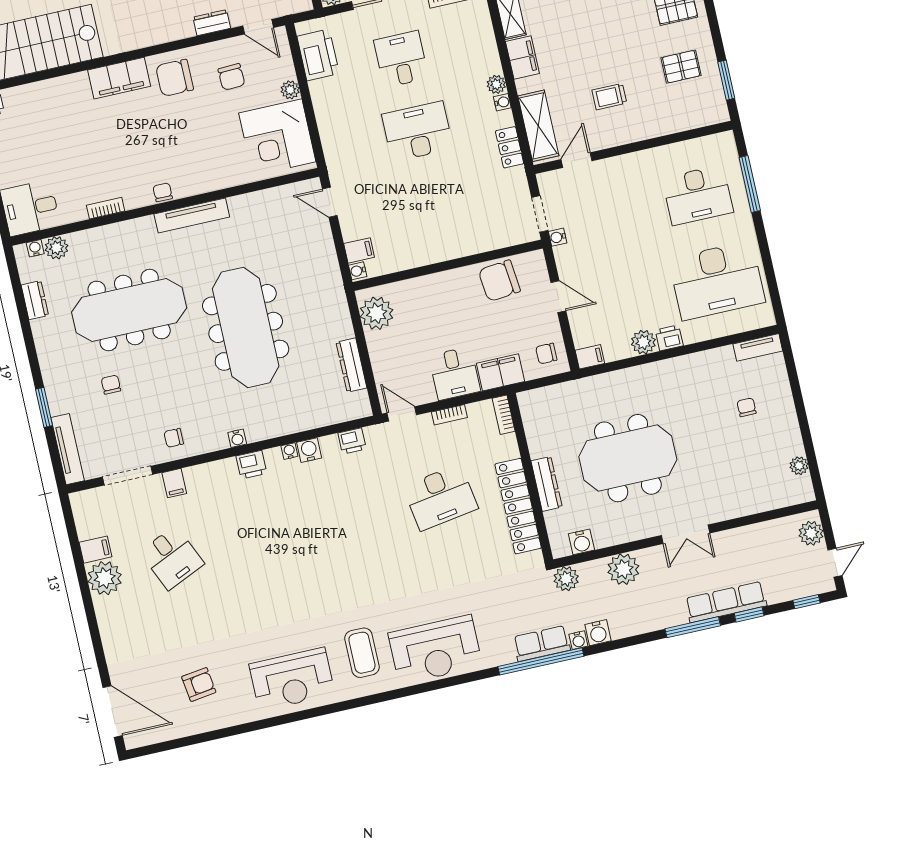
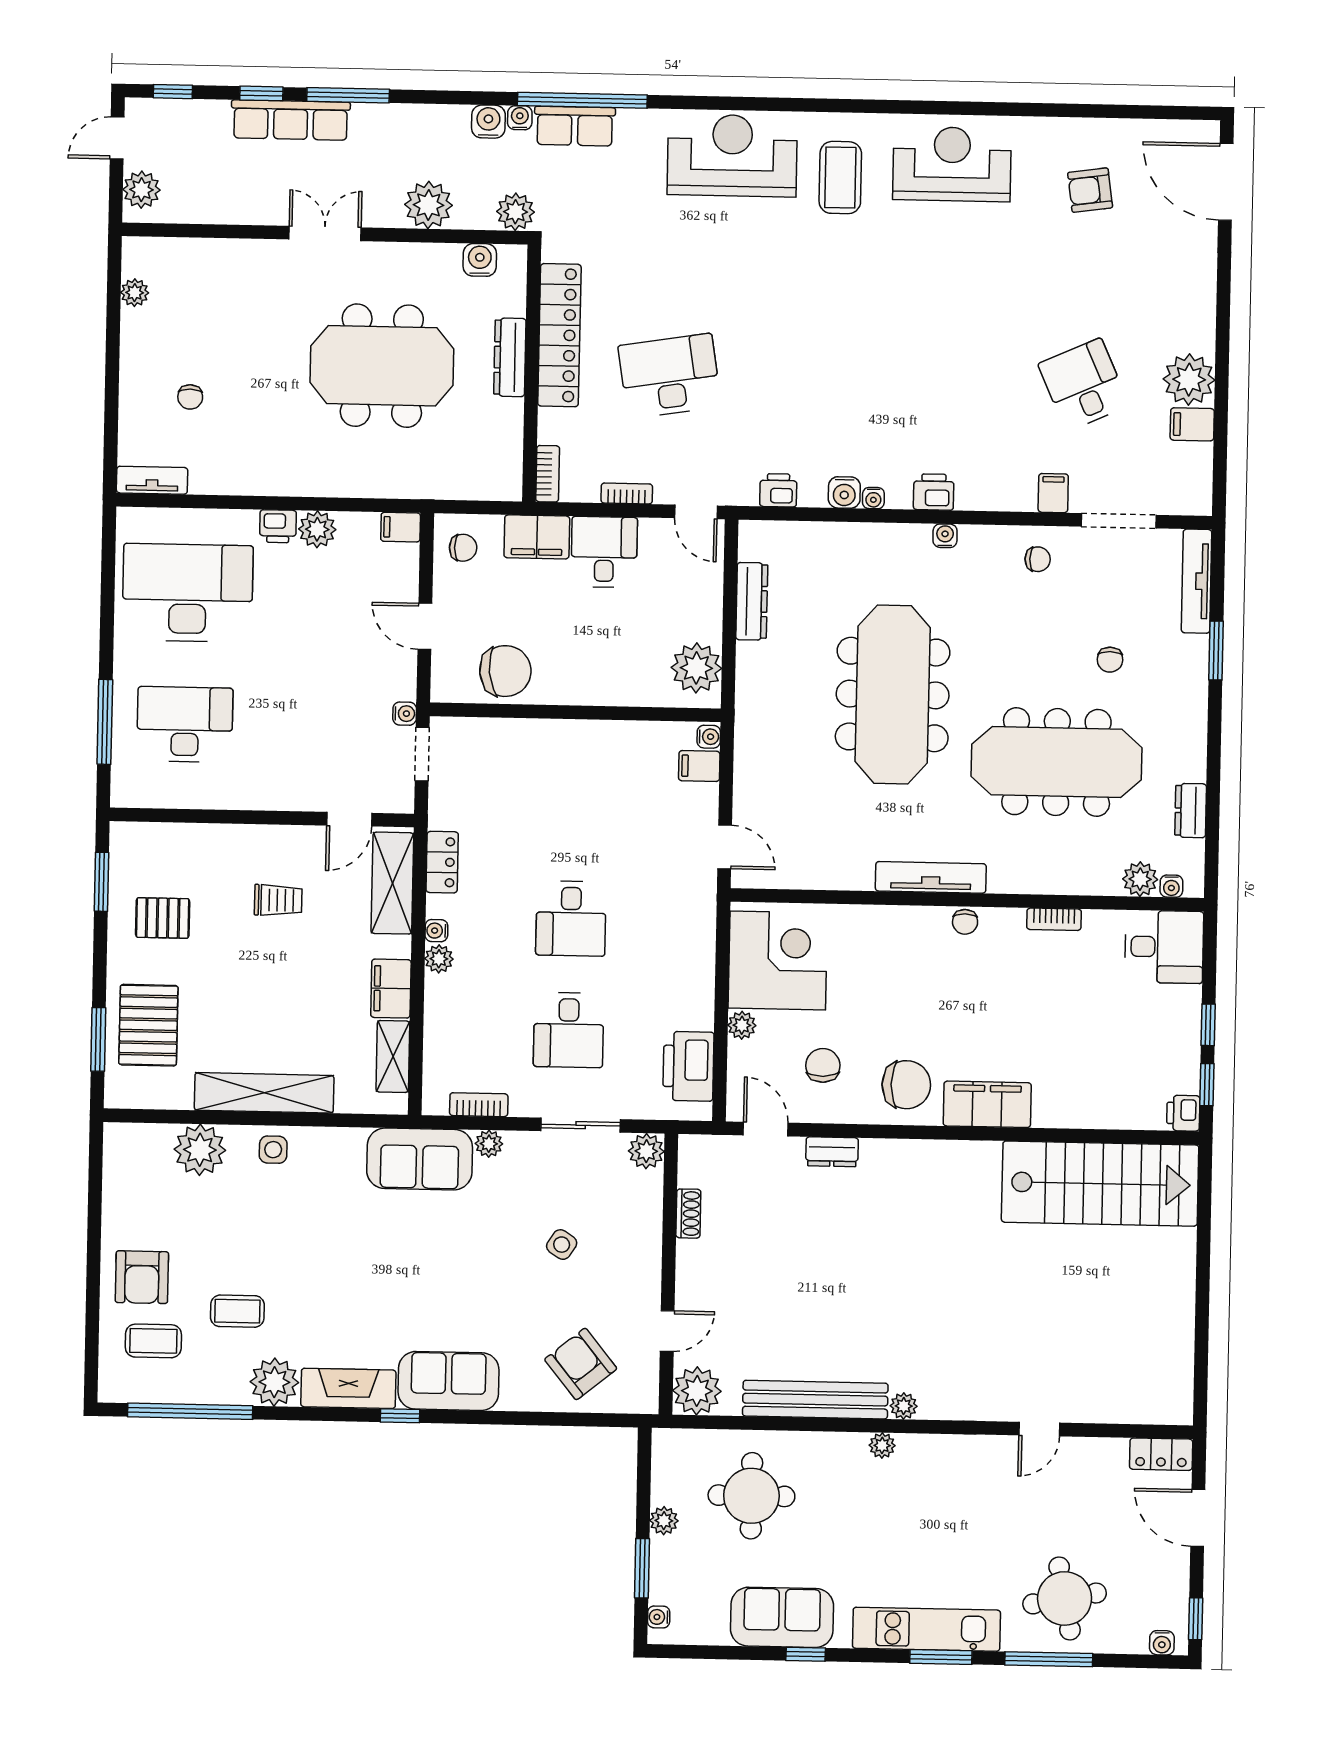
desk: (417, 131) -> (571, 919), width x0.73

